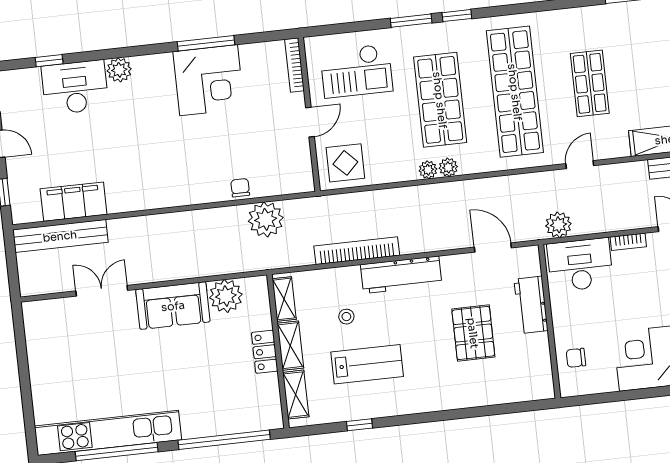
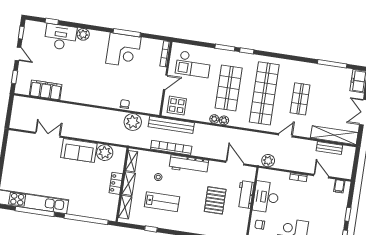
bench: (60, 236) -> (171, 125), moved
desk: (580, 265) -> (266, 197), moved, turned -90

